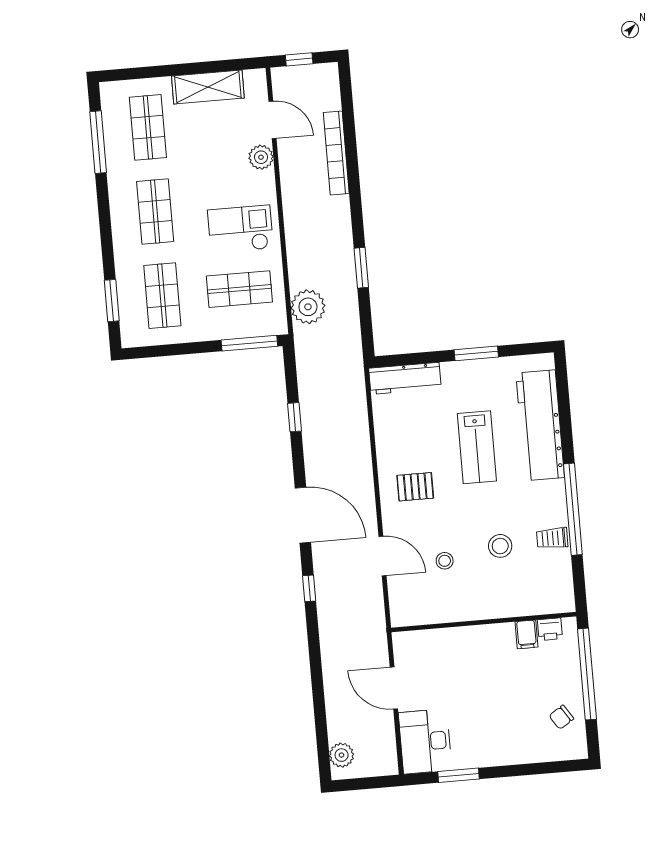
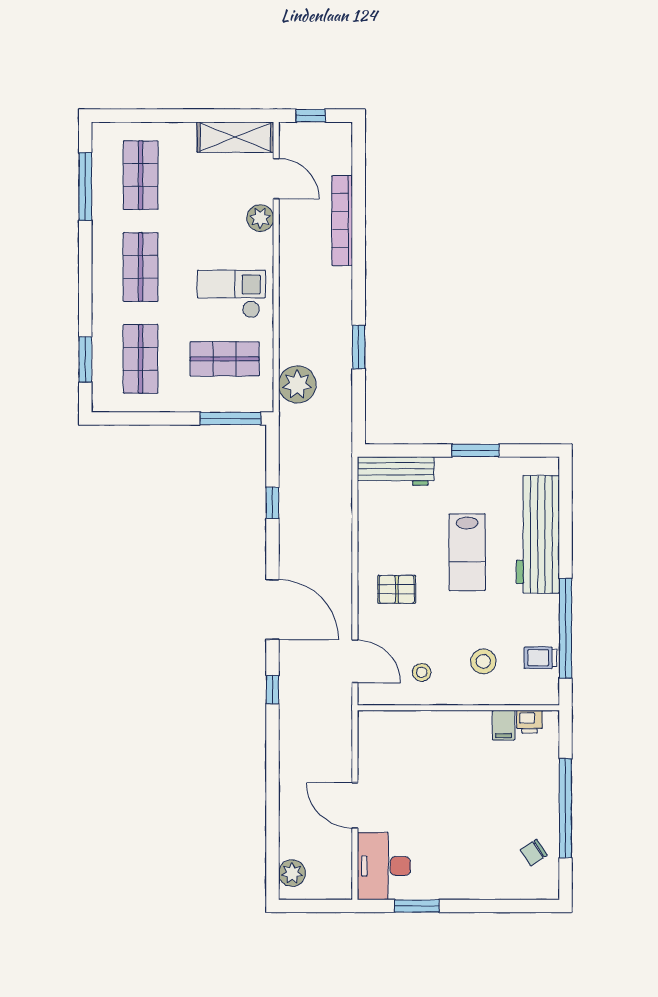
shelving: (208, 87) -> (235, 137), moved
wall: (484, 622) -> (458, 708), moved
printer: (550, 629) -> (529, 722), moved
filing cabinet: (527, 634) -> (504, 725), moved

